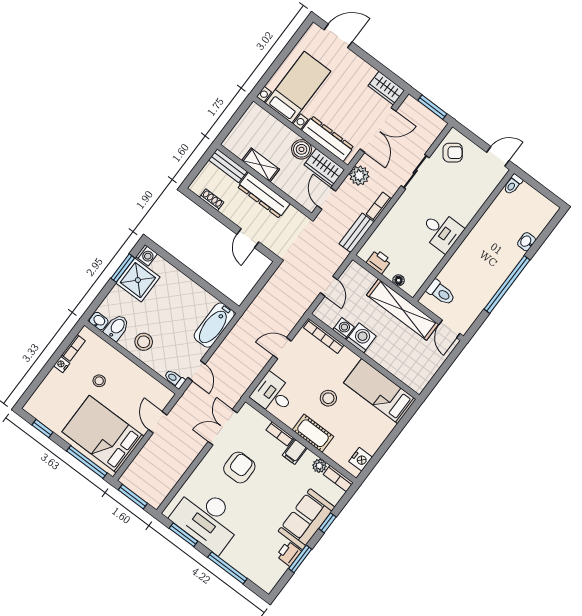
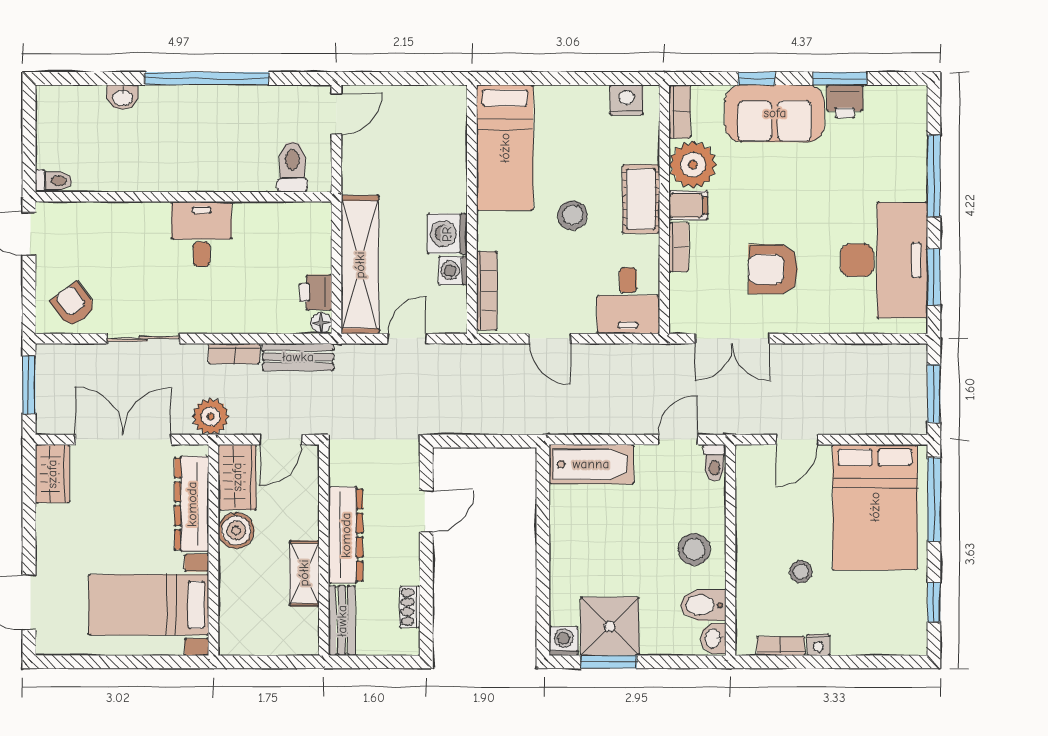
floor lamp: (399, 280) -> (321, 323), moved
shelving: (402, 310) -> (360, 265), moved
plant: (319, 466) -> (693, 165), width x1.88, depth x1.88

